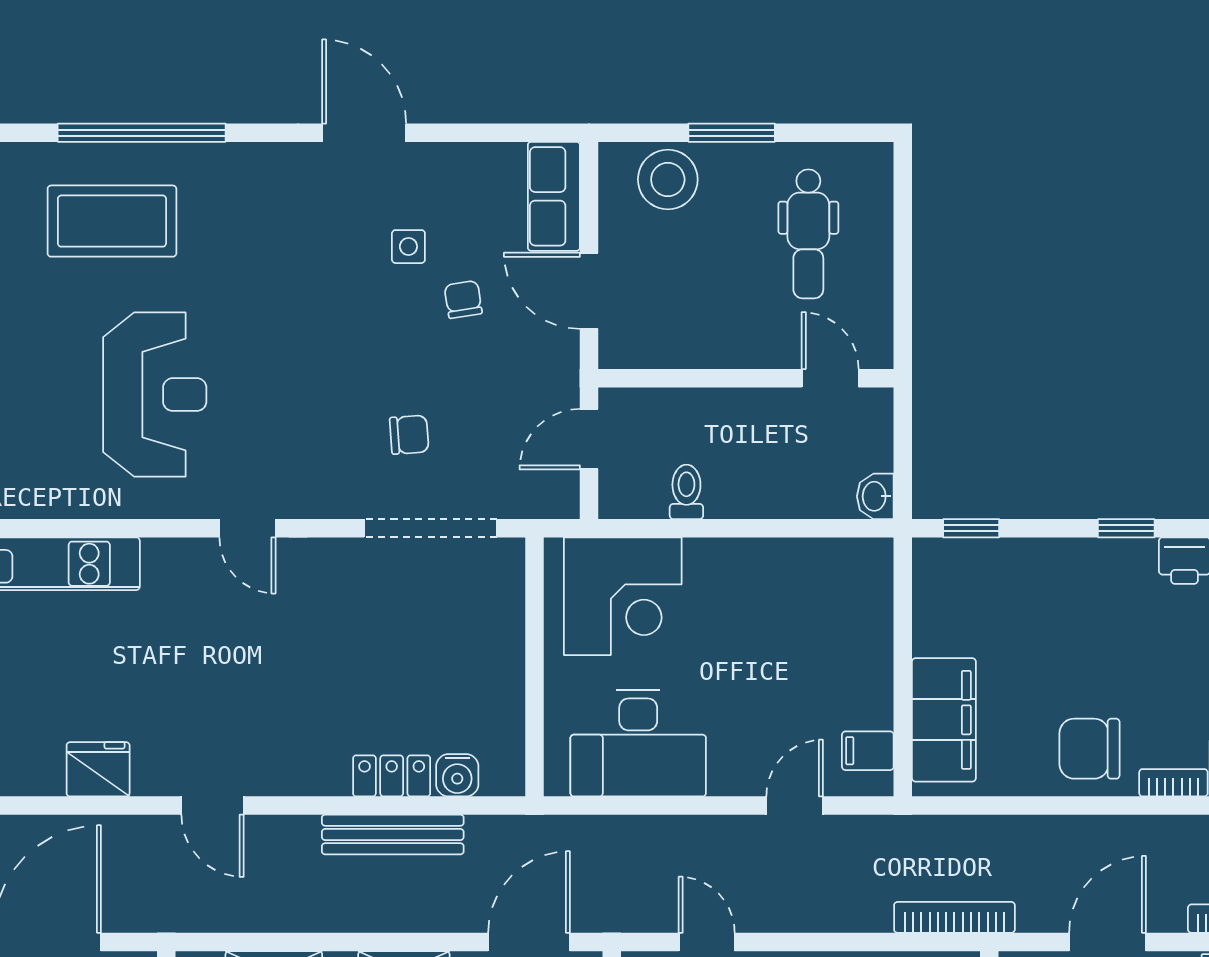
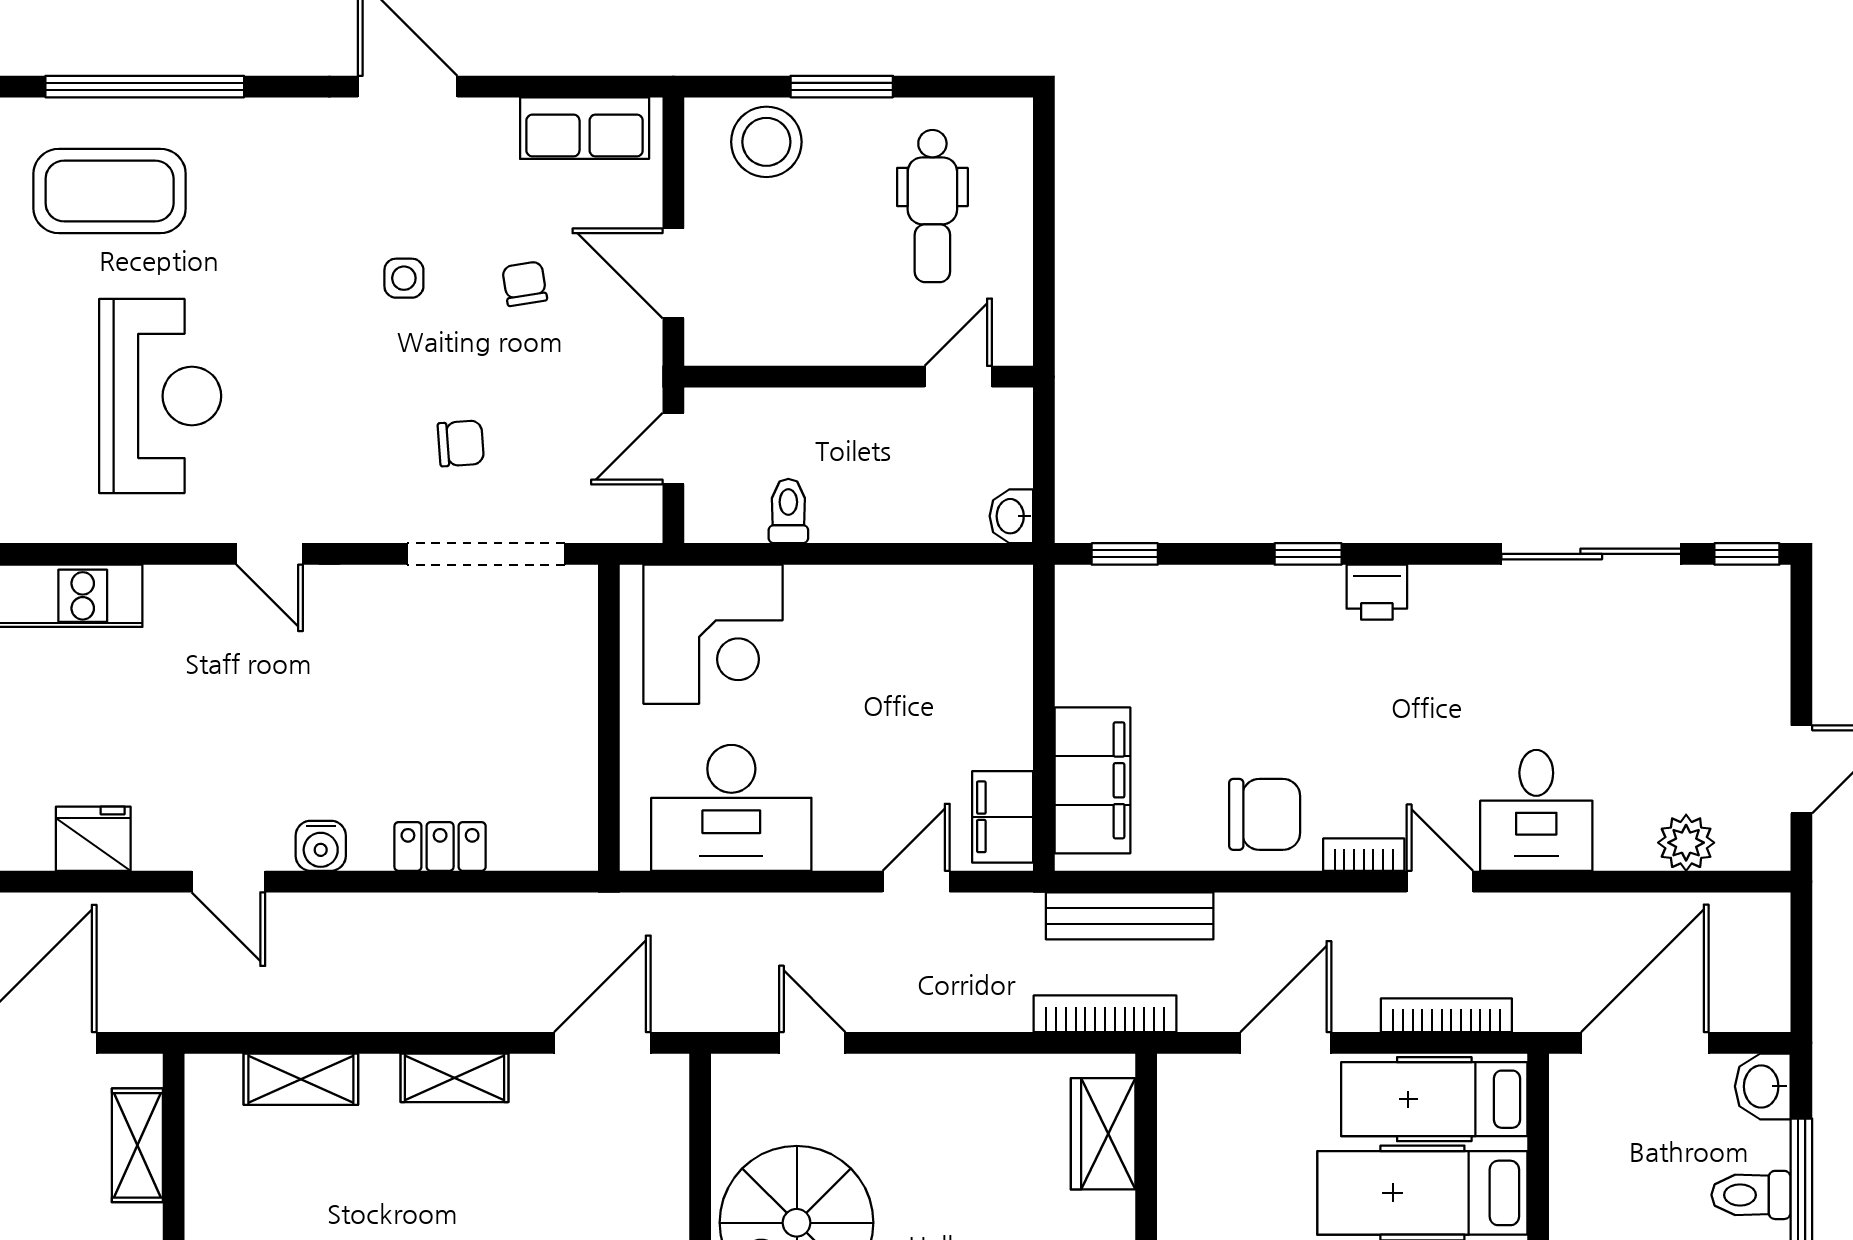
row of seats: (554, 196) -> (585, 128), moved, turned -90
side table: (408, 247) -> (404, 278), moved
door: (830, 378) -> (958, 377), hinge flipped
chair: (1090, 749) -> (1265, 814), turned 180
filing cabinet: (868, 751) -> (1003, 817), width x2.00
water cooler: (457, 775) -> (321, 846), moved
bench: (393, 835) -> (1130, 916), moved

